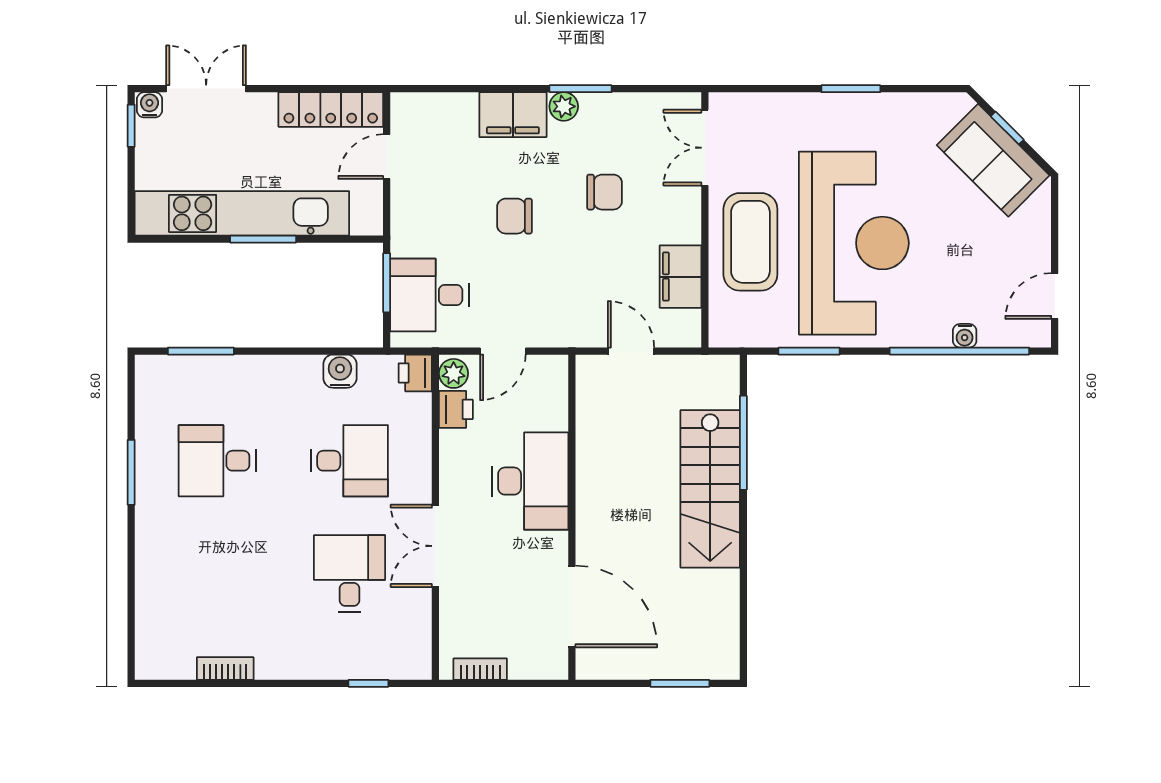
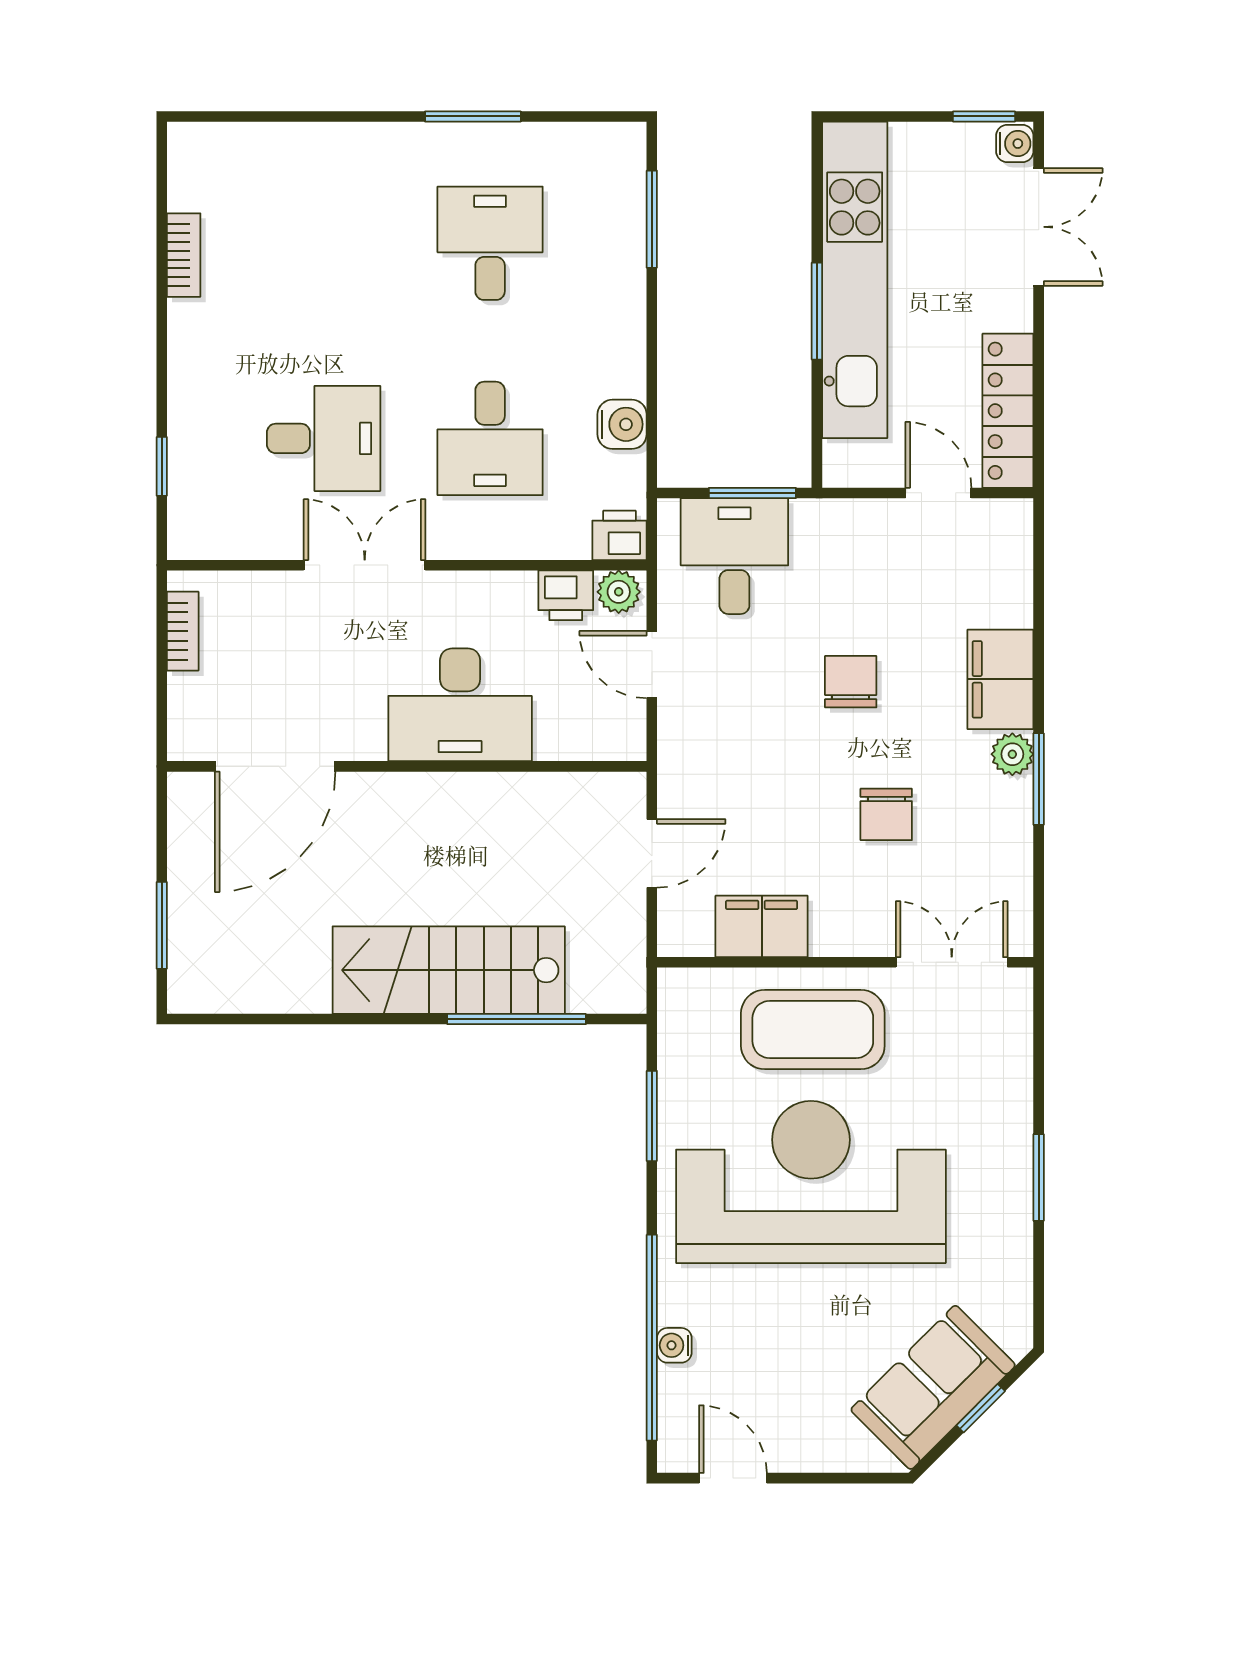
reception desk: (854, 243) -> (811, 1182), turned 180

